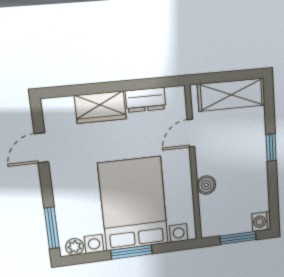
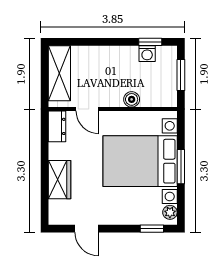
dresser: (146, 100) -> (57, 126), moved
window: (271, 148) -> (150, 42), moved
washing machine: (261, 222) -> (147, 54), moved
window: (52, 228) -> (152, 229), width x0.67

